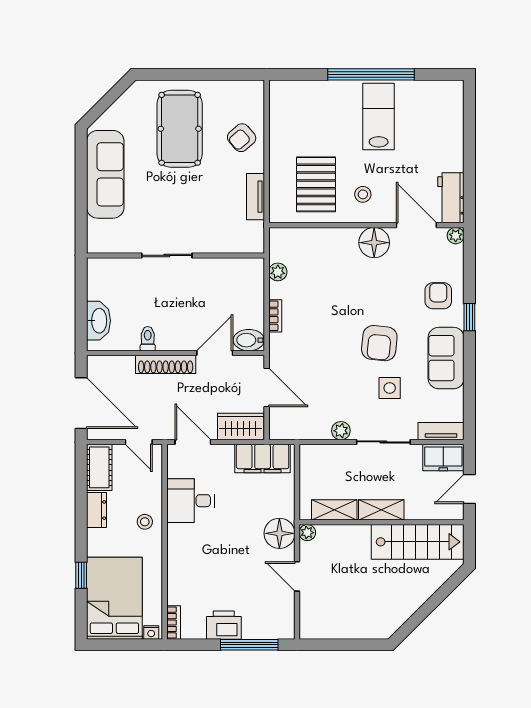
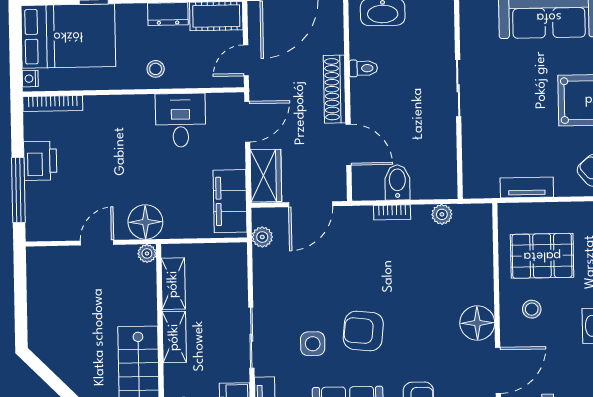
bidet: (249, 340) -> (397, 182), moved
plant: (341, 431) -> (262, 237), moved
bookcase: (174, 623) -> (53, 104), width x1.56

